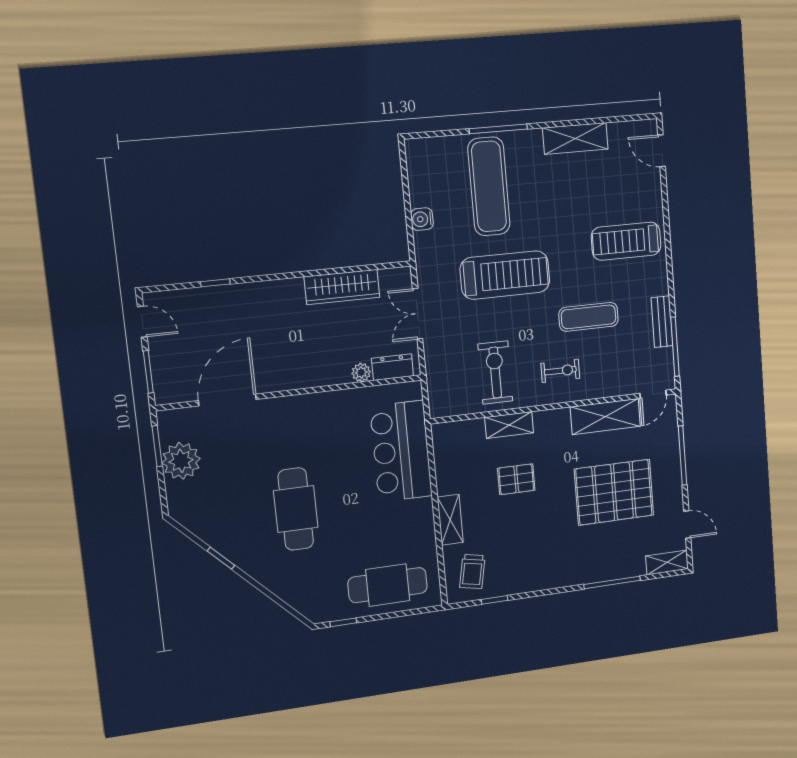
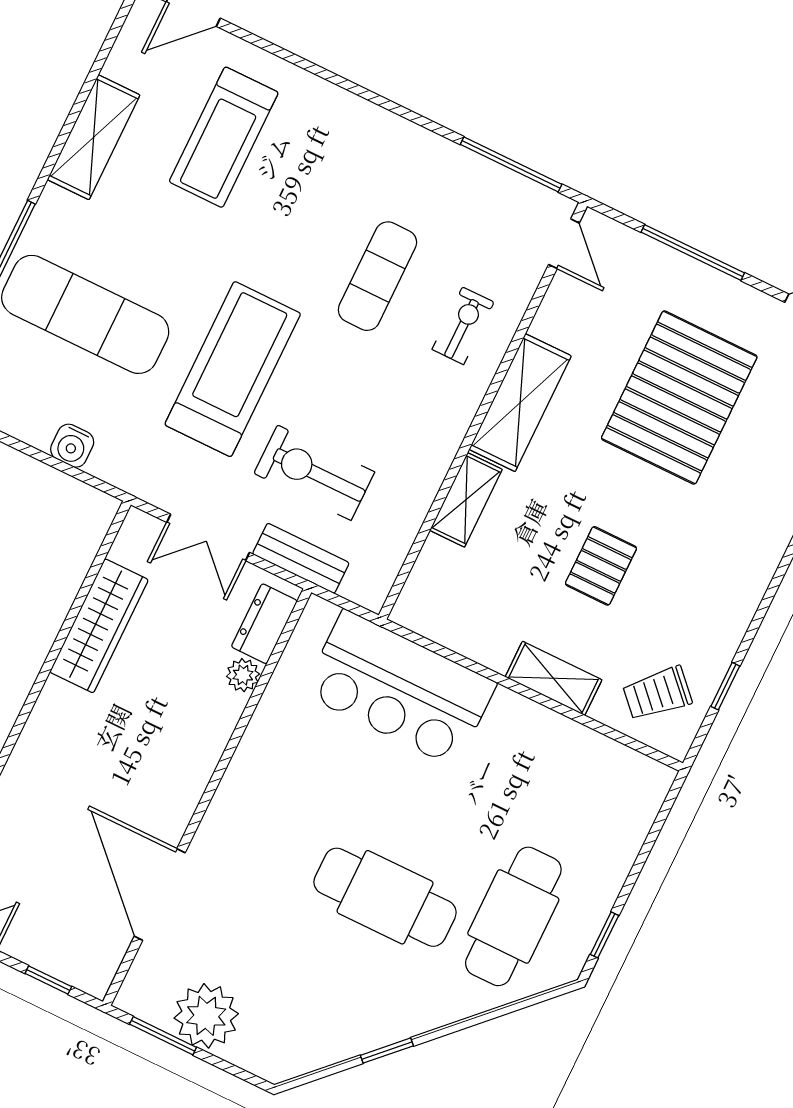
treadmill: (626, 241) -> (224, 137), moved
bench: (662, 322) -> (301, 558), moved
exercise bike: (560, 371) -> (463, 326), moved
window: (148, 372) -> (48, 980), width x0.67
exercise bike: (495, 373) -> (314, 473), moved
shelving: (605, 417) -> (520, 403), moved
pallet: (516, 479) -> (601, 566), moved
trolley: (472, 572) -> (657, 693), turned 125
cafe table: (388, 585) -> (513, 916), moved

